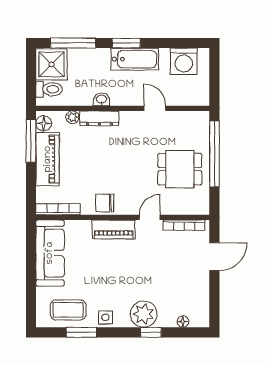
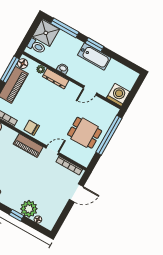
washing machine: (184, 61) -> (118, 95), moved, turned 180
door: (155, 108) -> (90, 91), swing flipped
plant: (144, 314) -> (29, 209), moved

